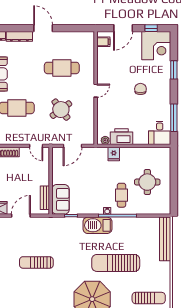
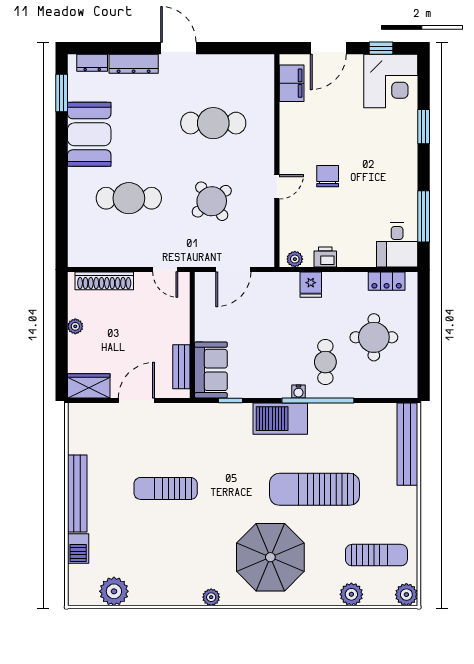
filing cabinet: (103, 42) -> (292, 83), width x2.00
chair: (140, 89) -> (328, 176), moved
door: (96, 91) -> (277, 187), moved
printer: (121, 137) -> (325, 257), width x0.53, depth x0.68
locker: (154, 152) -> (387, 281), added

